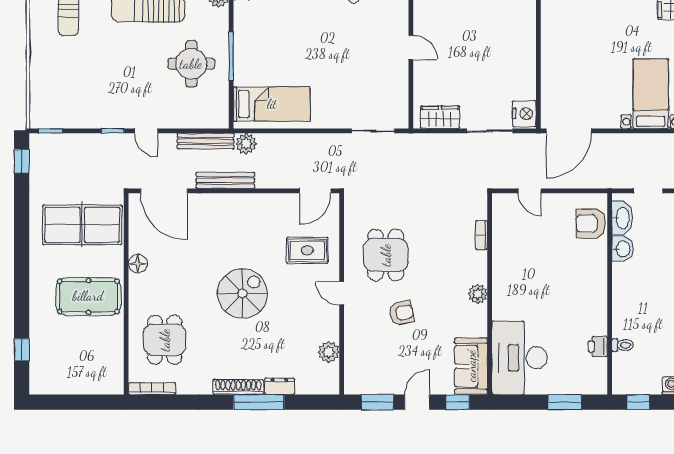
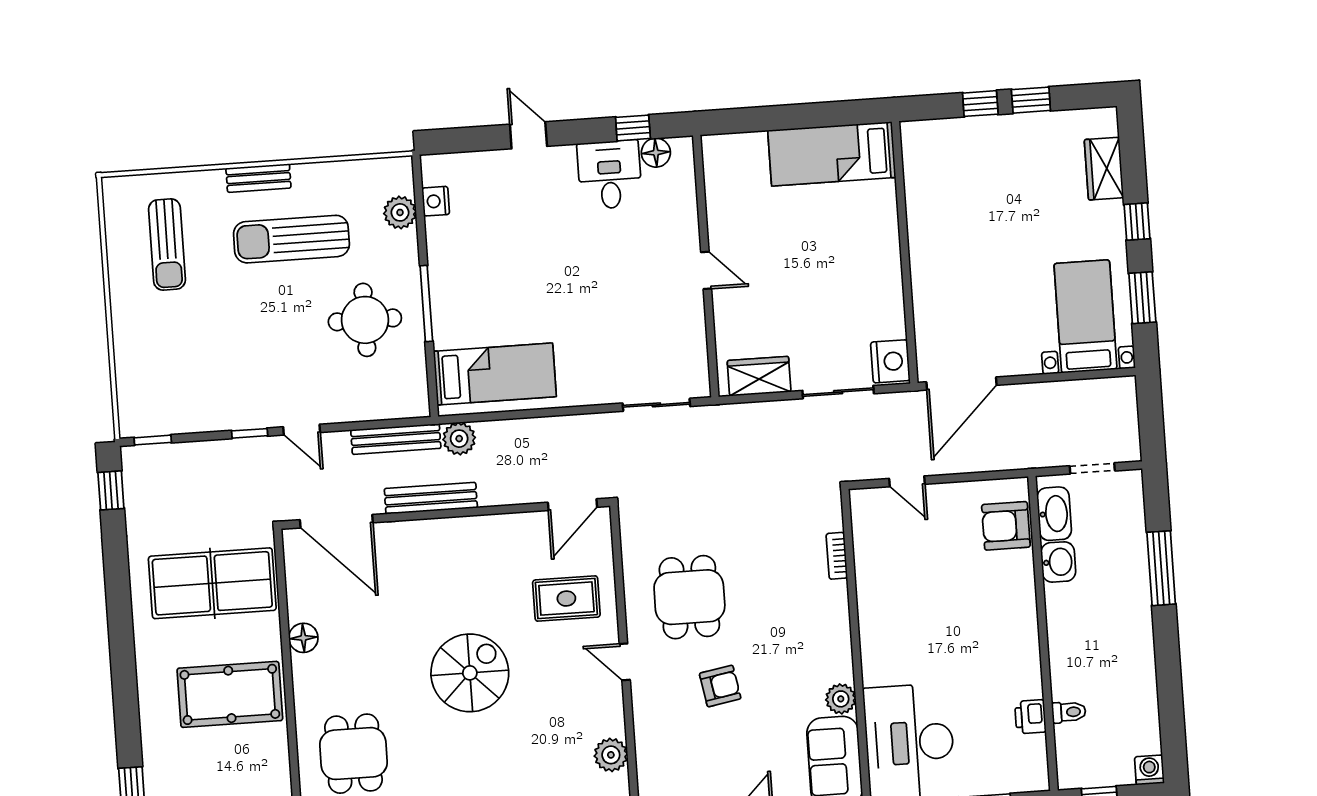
plant: (478, 294) -> (841, 699), moved

